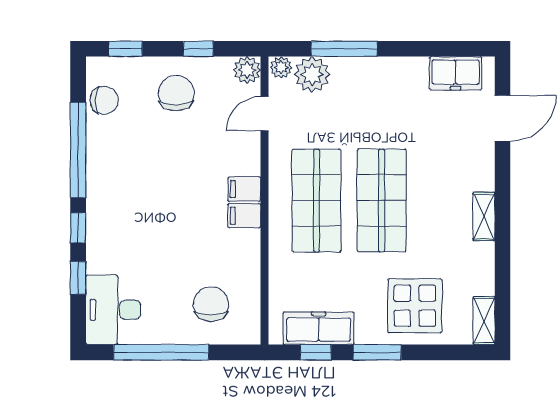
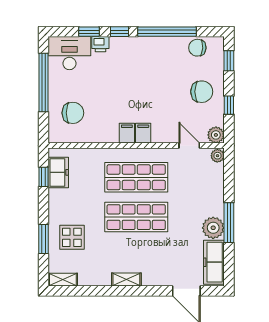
window: (344, 49) -> (229, 223), moved
freezer: (456, 73) -> (214, 262), width x1.40
plant: (312, 74) -> (213, 228), moved
chair: (104, 100) -> (197, 48), turned 94
printer: (98, 259) -> (100, 44), added
display table: (415, 306) -> (72, 237), width x0.73, depth x0.73
freezer: (319, 328) -> (58, 172), width x0.71
window: (377, 352) -> (44, 239), moved

